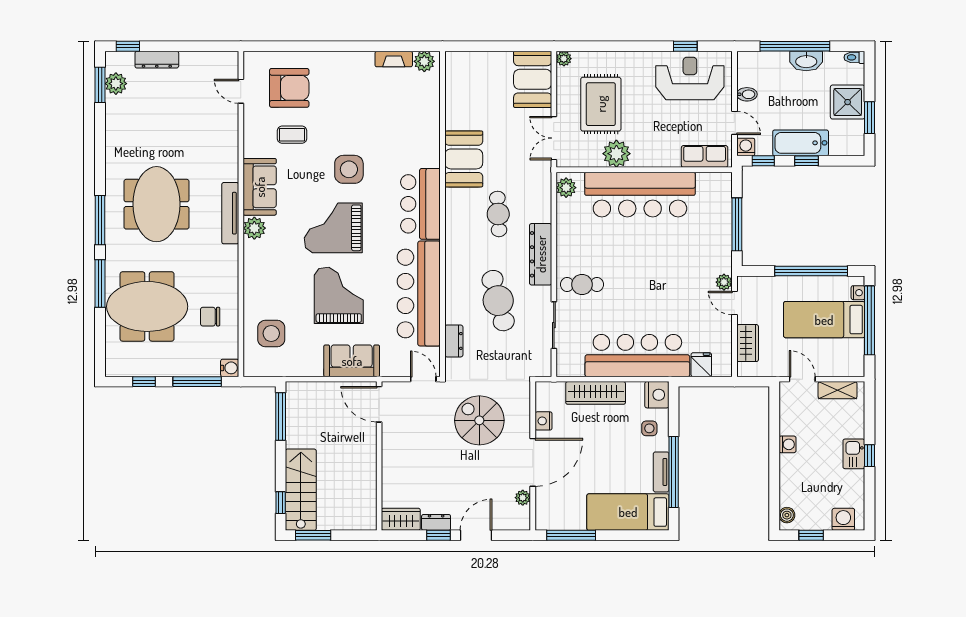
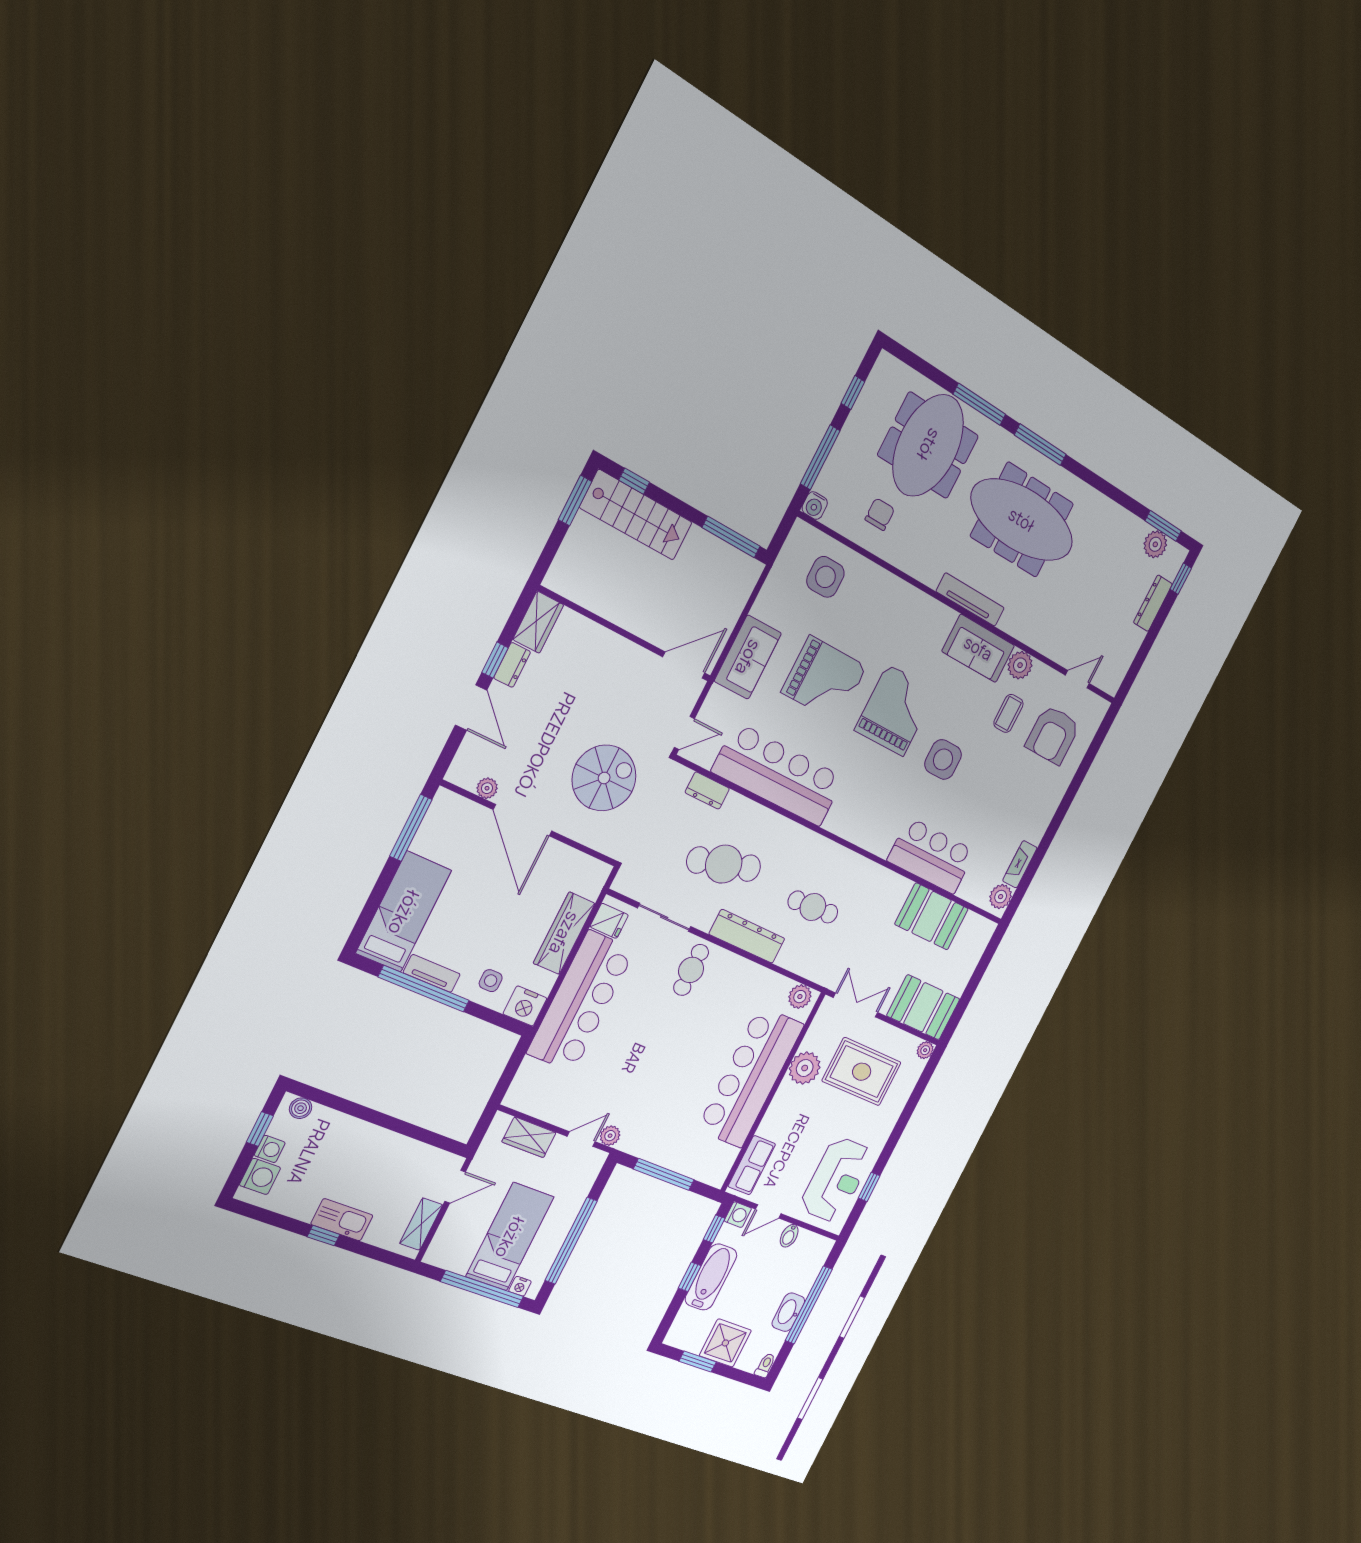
booth: (464, 159) -> (932, 916), moved
meeting table: (157, 204) -> (1022, 520), width x1.36
bar counter: (420, 204) -> (932, 856), moved
plant: (254, 228) -> (1020, 665), moved
fridge: (701, 365) -> (609, 921), moved
nightstand: (544, 421) -> (564, 856), removed
washing machine: (787, 444) -> (270, 1149), moved, turned -90
kitchen sink: (854, 454) -> (342, 1220), width x1.38

